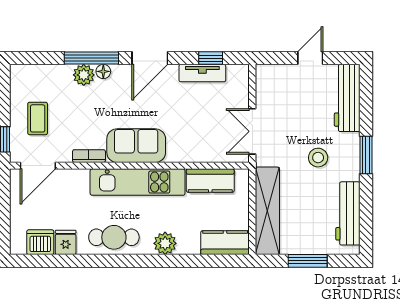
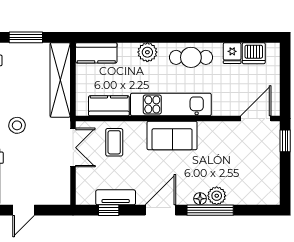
coffee table: (38, 118) -> (114, 142), moved
bookcase: (89, 156) -> (212, 127), removed

